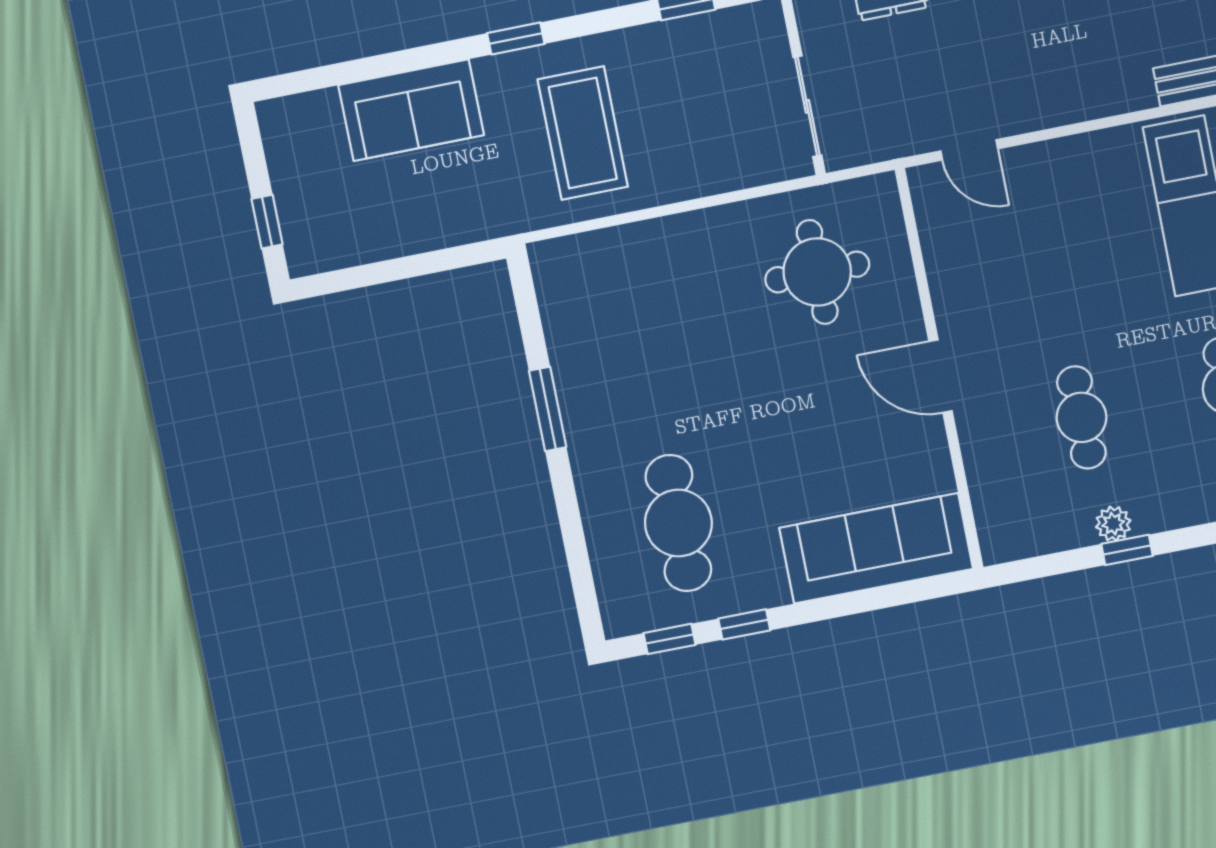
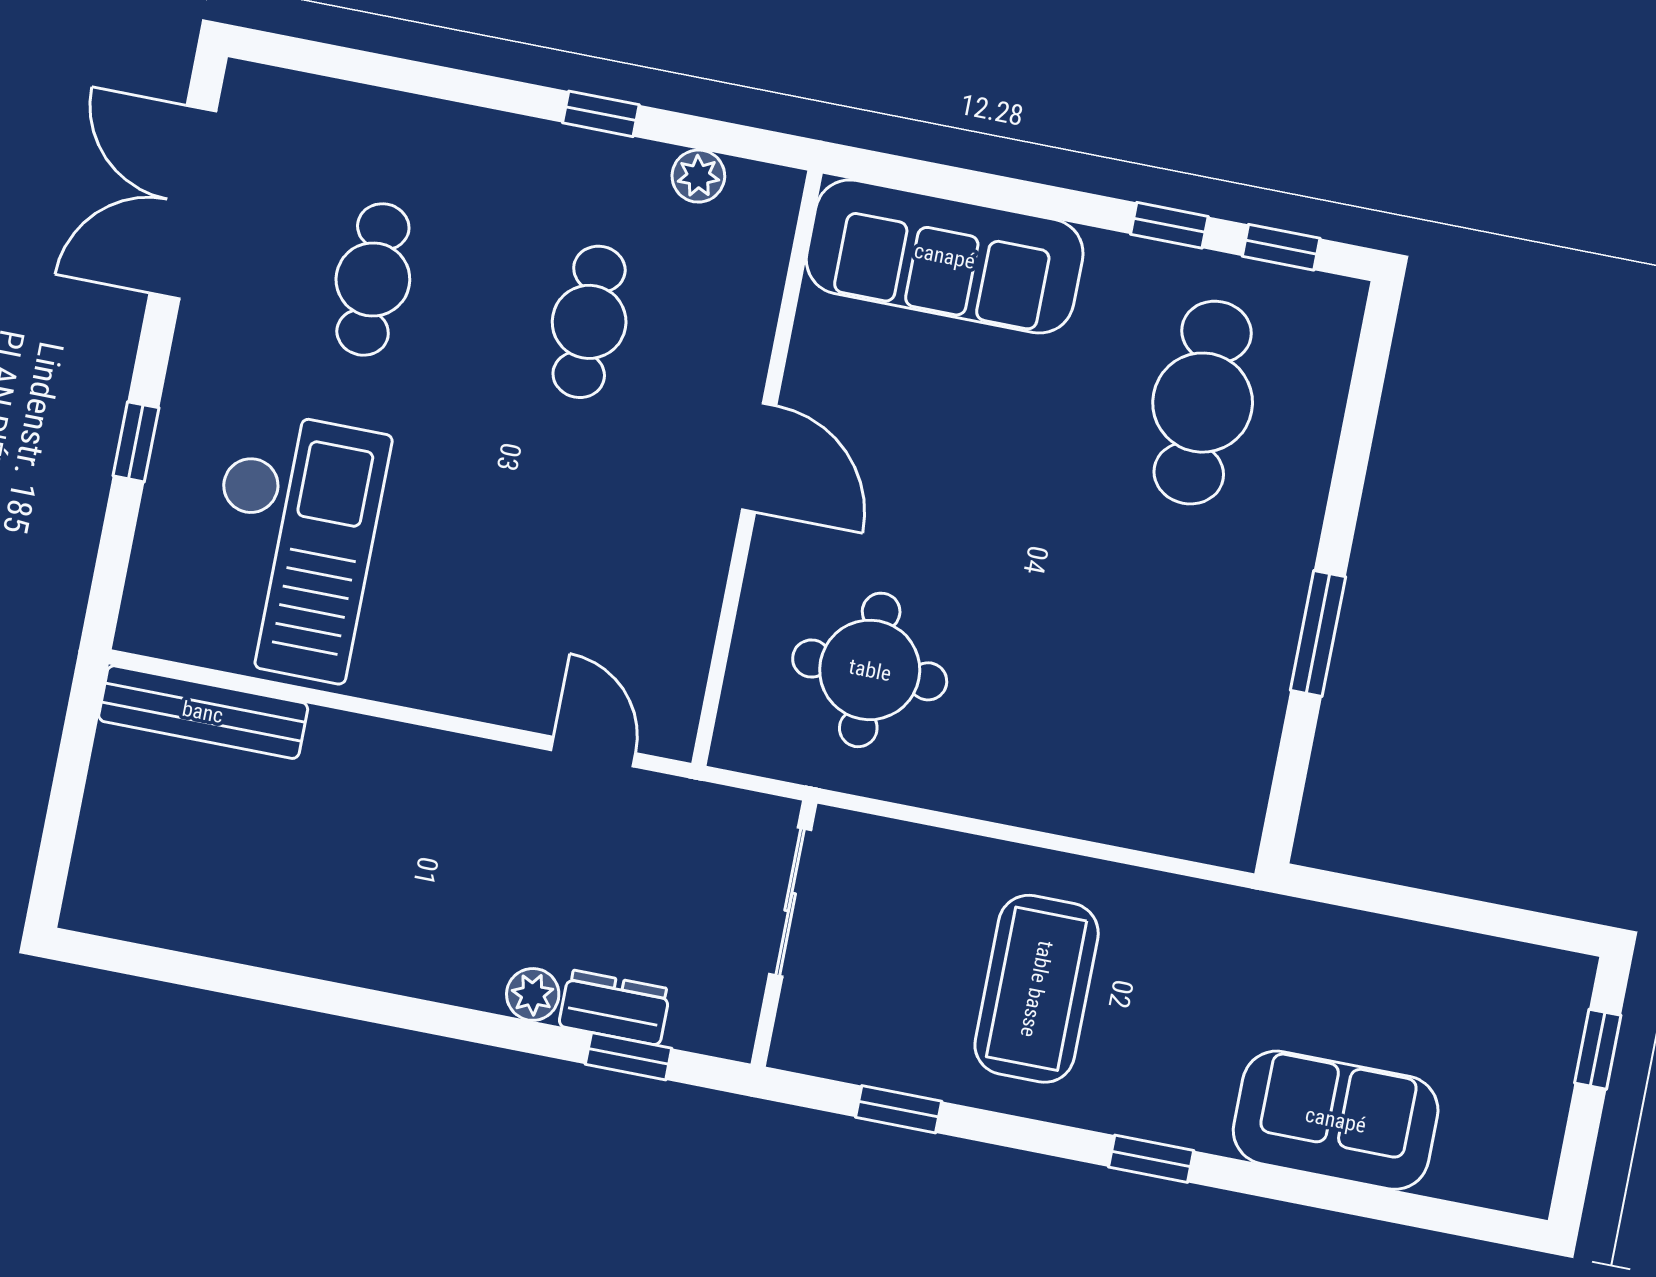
coffee table: (583, 133) -> (1037, 989), moved
plant: (1113, 524) -> (698, 176), moved

